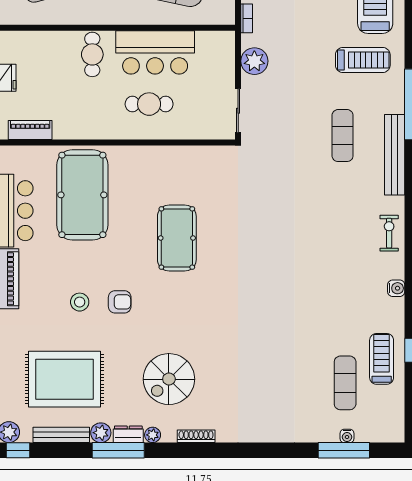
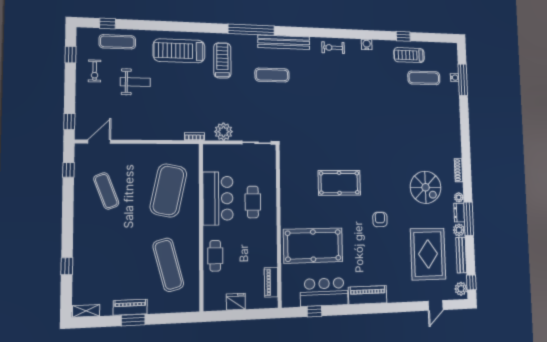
cafe table: (92, 54) -> (215, 256), moved, turned 90
stool: (80, 302) -> (381, 246), removed

